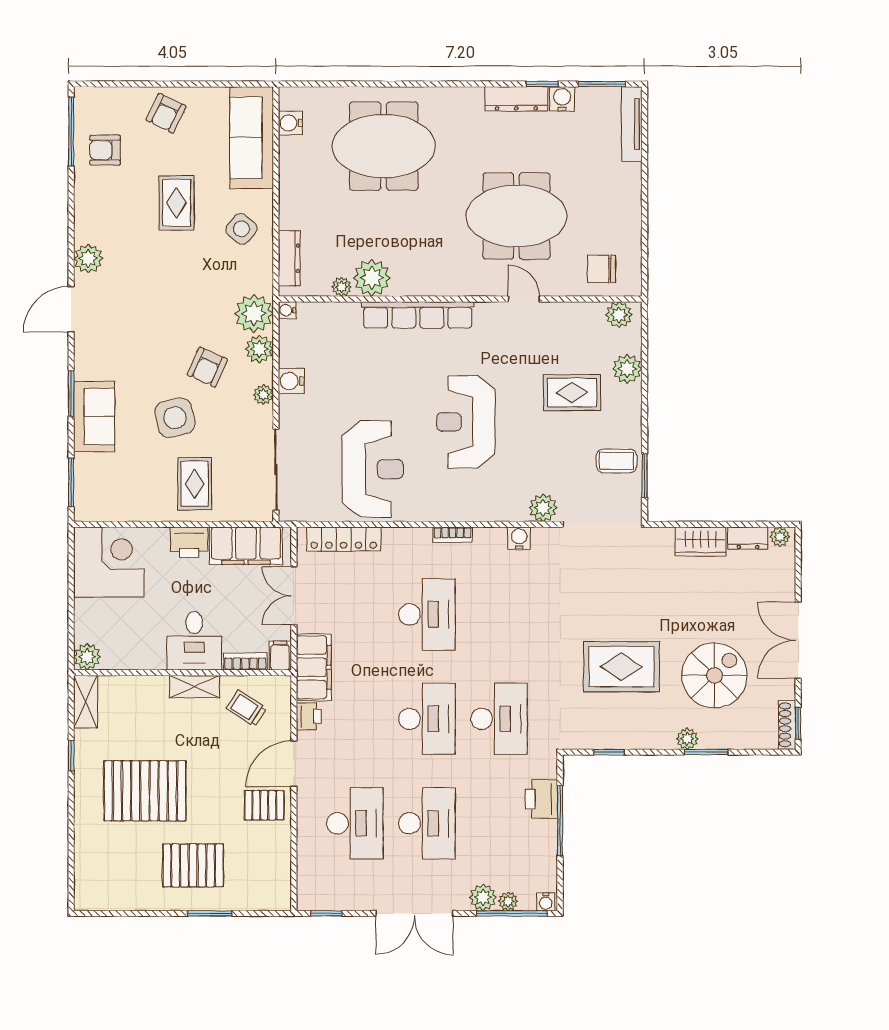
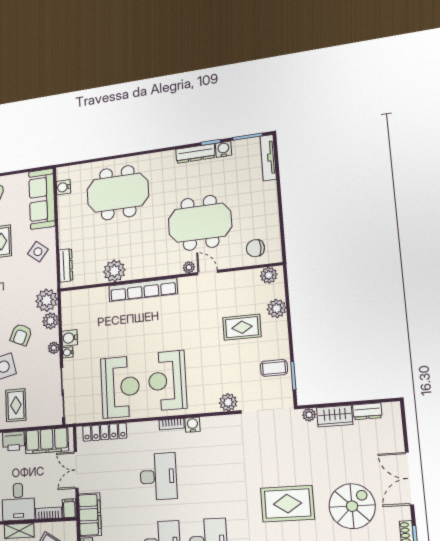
plant: (342, 287) -> (189, 267), moved
water cooler: (287, 310) -> (68, 352), moved
reception desk: (466, 422) -> (167, 381), moved
plant: (780, 537) -> (309, 415), moved
water cooler: (519, 538) -> (193, 425), moved

